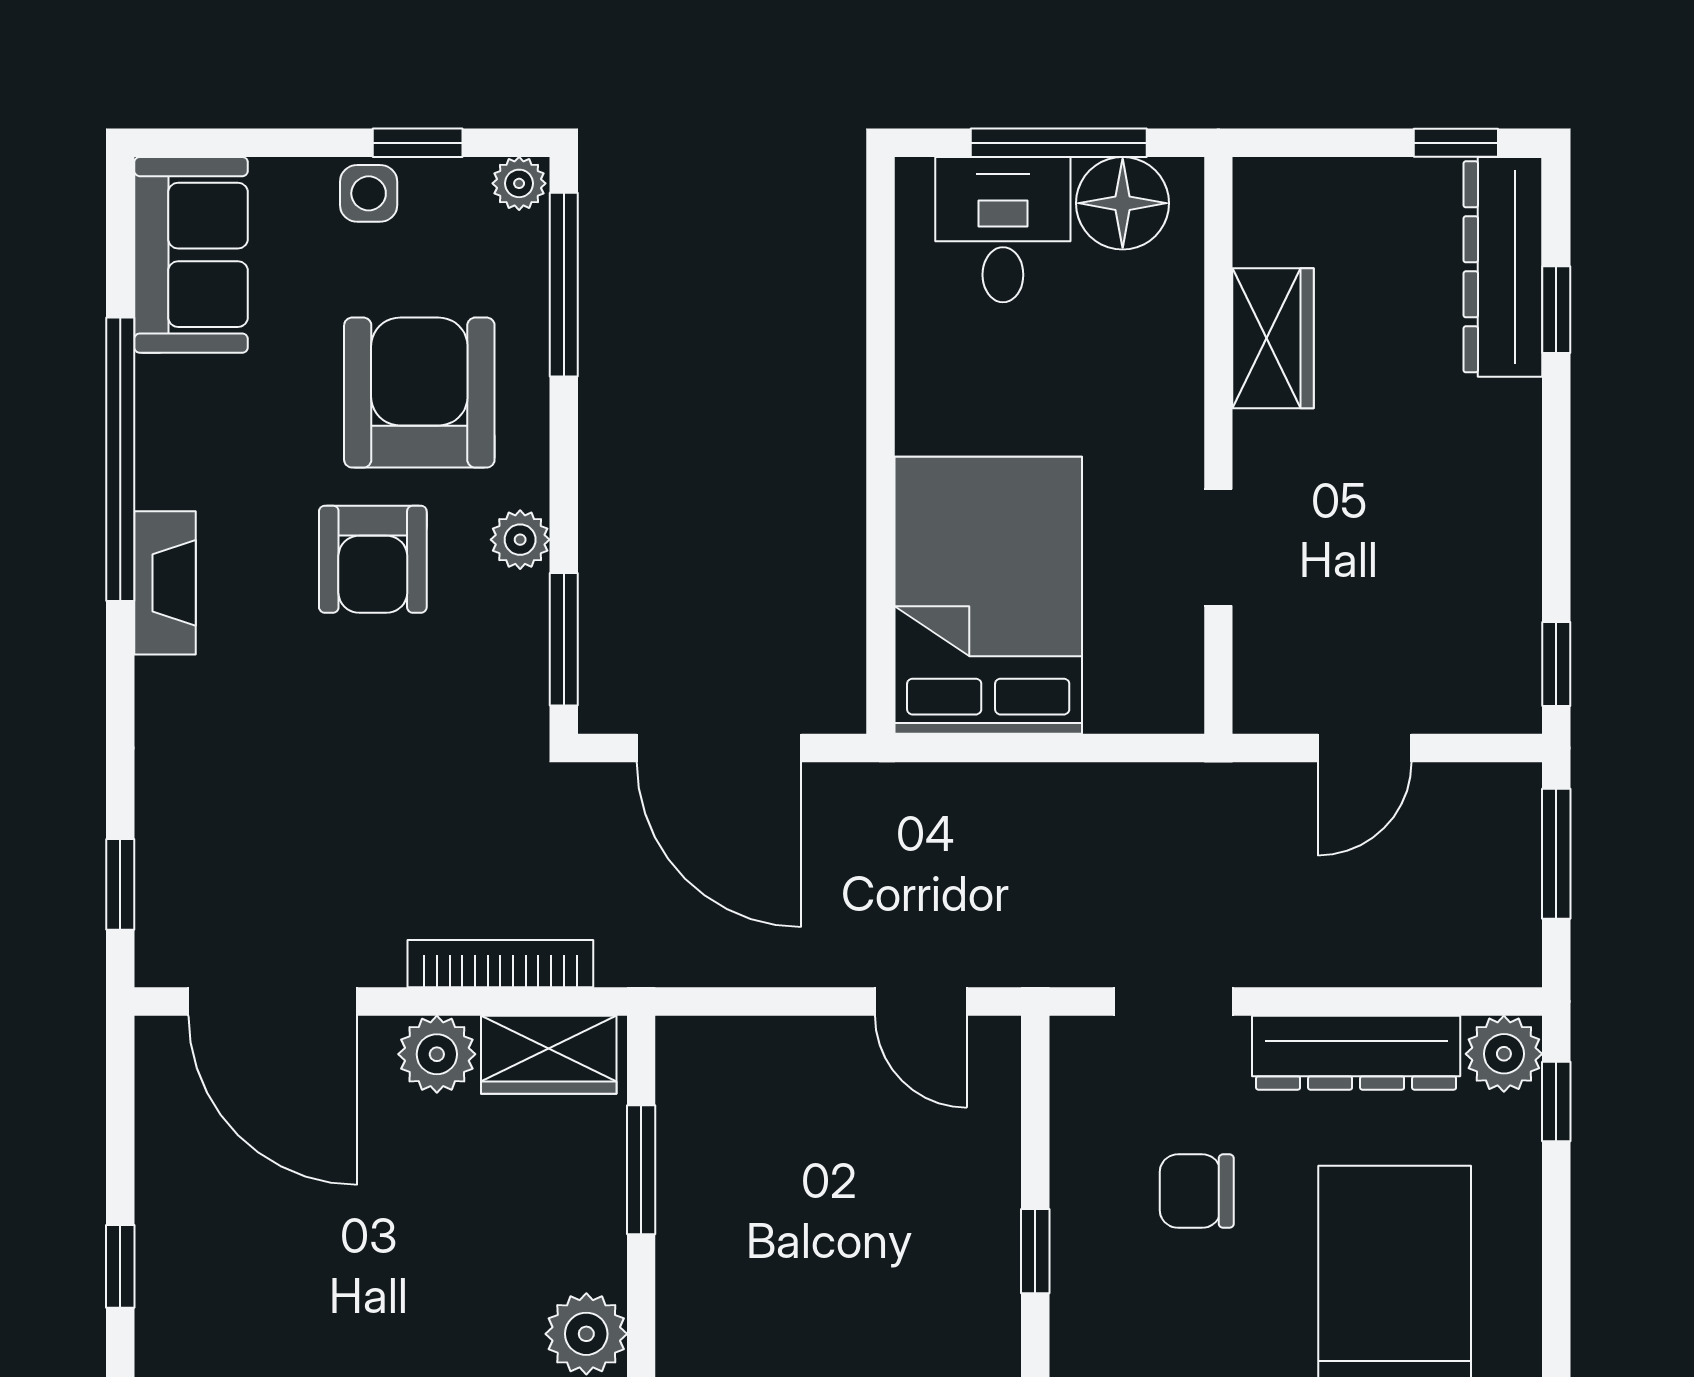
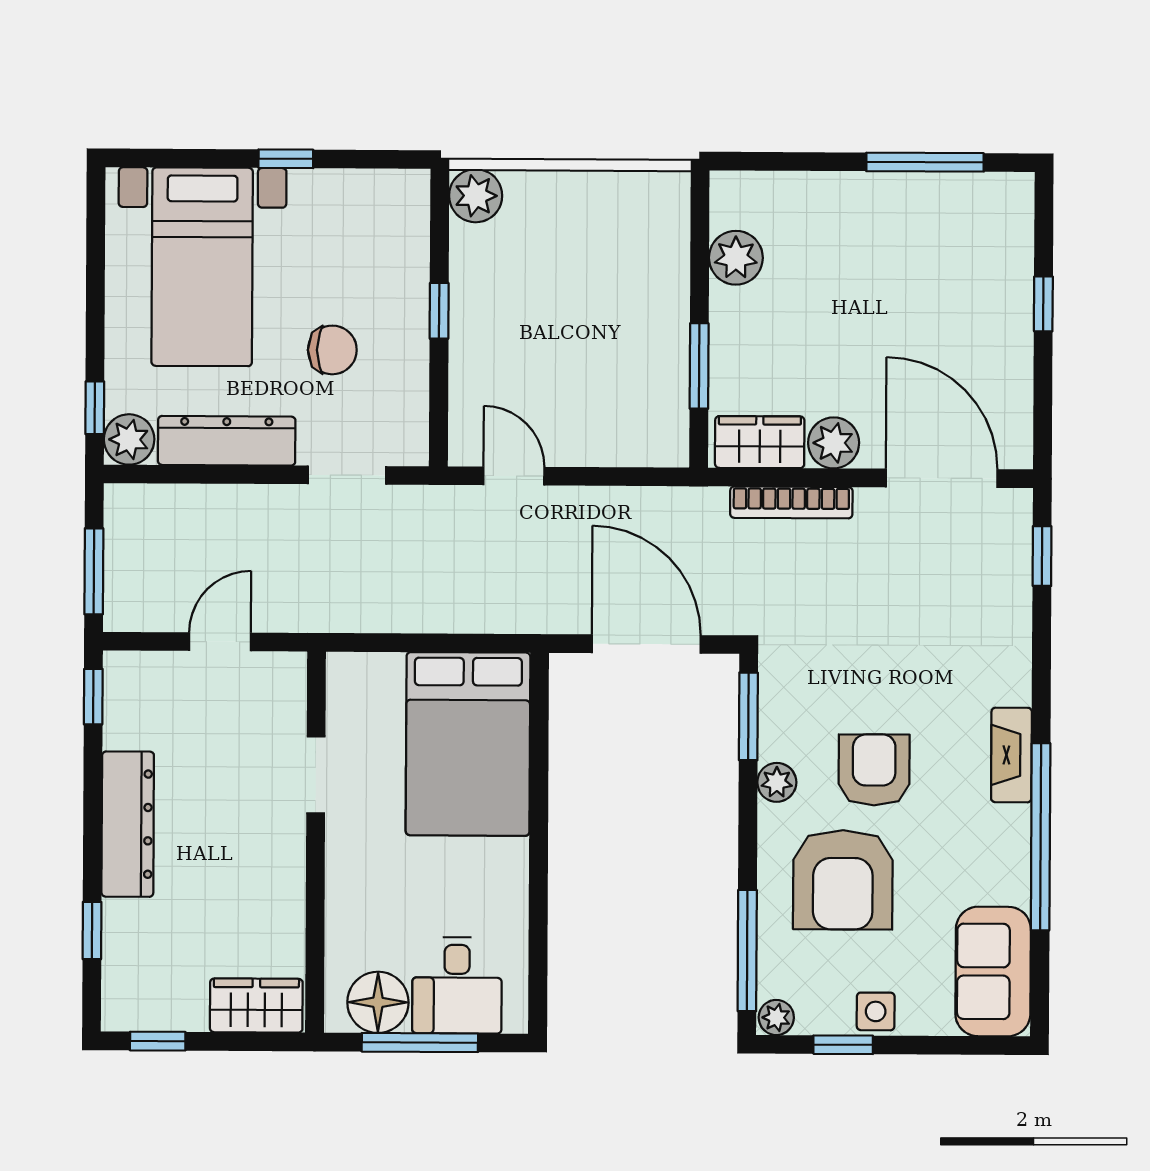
dresser: (1503, 267) -> (128, 824), moved
wardrobe: (1273, 338) -> (256, 1006), moved, turned 90

